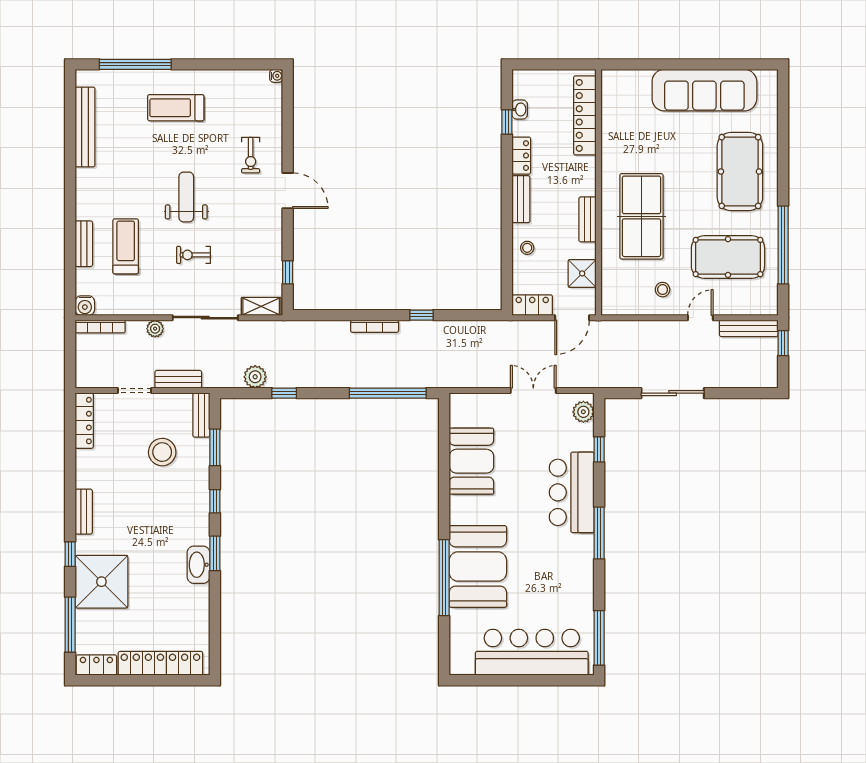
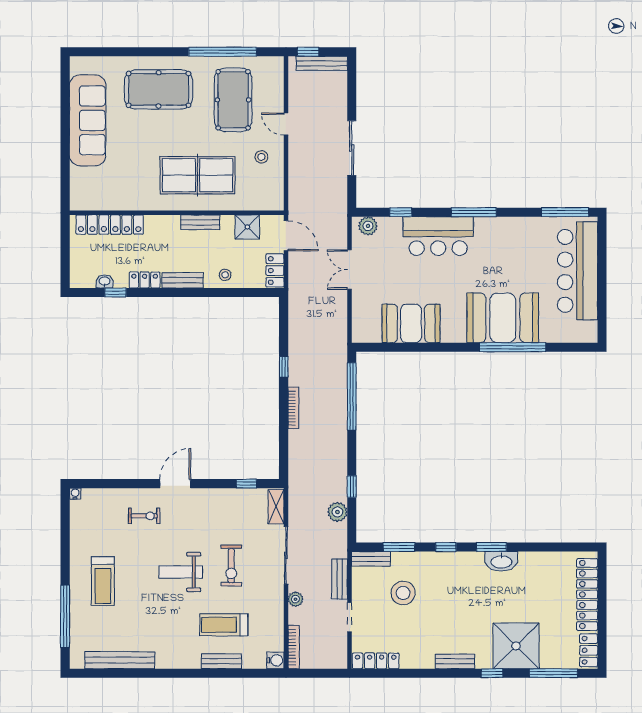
exercise bike: (194, 255) -> (231, 566), width x1.38, depth x1.39
bench: (749, 328) -> (322, 63), moved, turned 90

